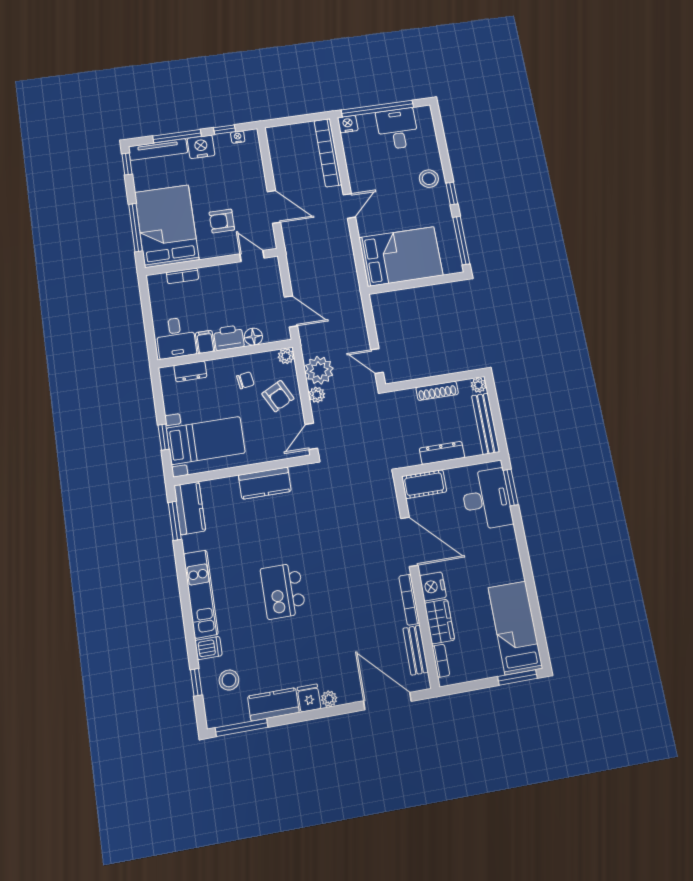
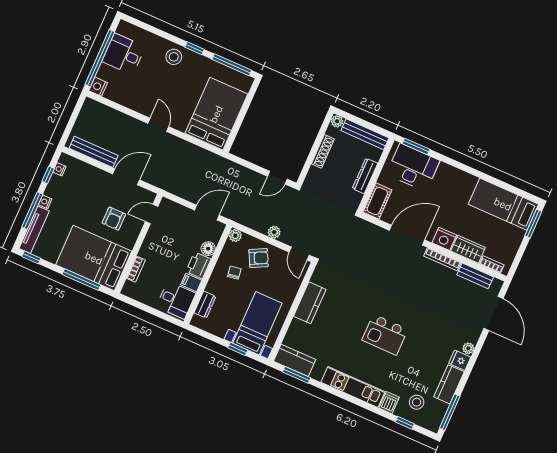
nightstand: (201, 147) -> (45, 202), width x0.53, depth x0.56
bookcase: (328, 153) -> (110, 114), removed
bench: (278, 159) -> (94, 152), added
plant: (319, 370) -> (259, 220), removed
door: (387, 701) -> (493, 313), swing flipped

